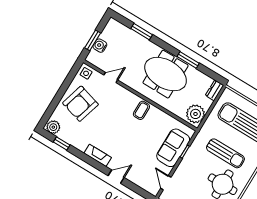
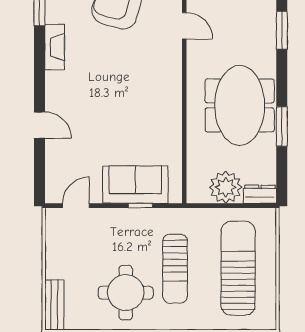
coffee table: (141, 110) -> (163, 102), removed
plant: (195, 114) -> (226, 187), moved
fireplace: (98, 155) -> (55, 47), moved

